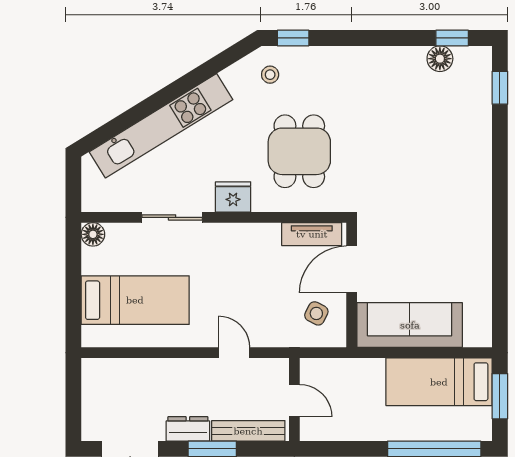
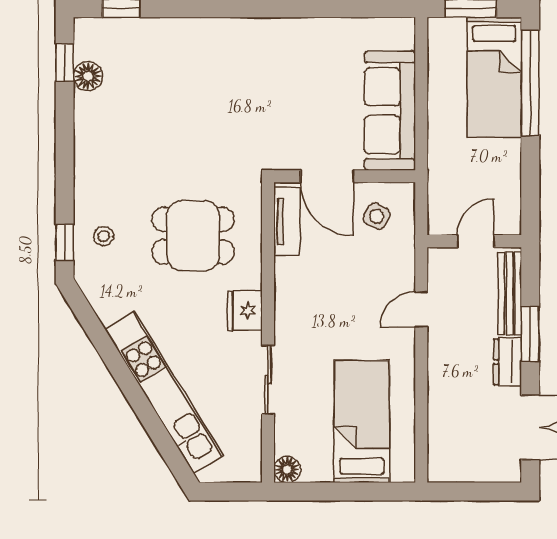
stool: (270, 75) -> (104, 236), moved
bed: (439, 382) -> (494, 77), moved

